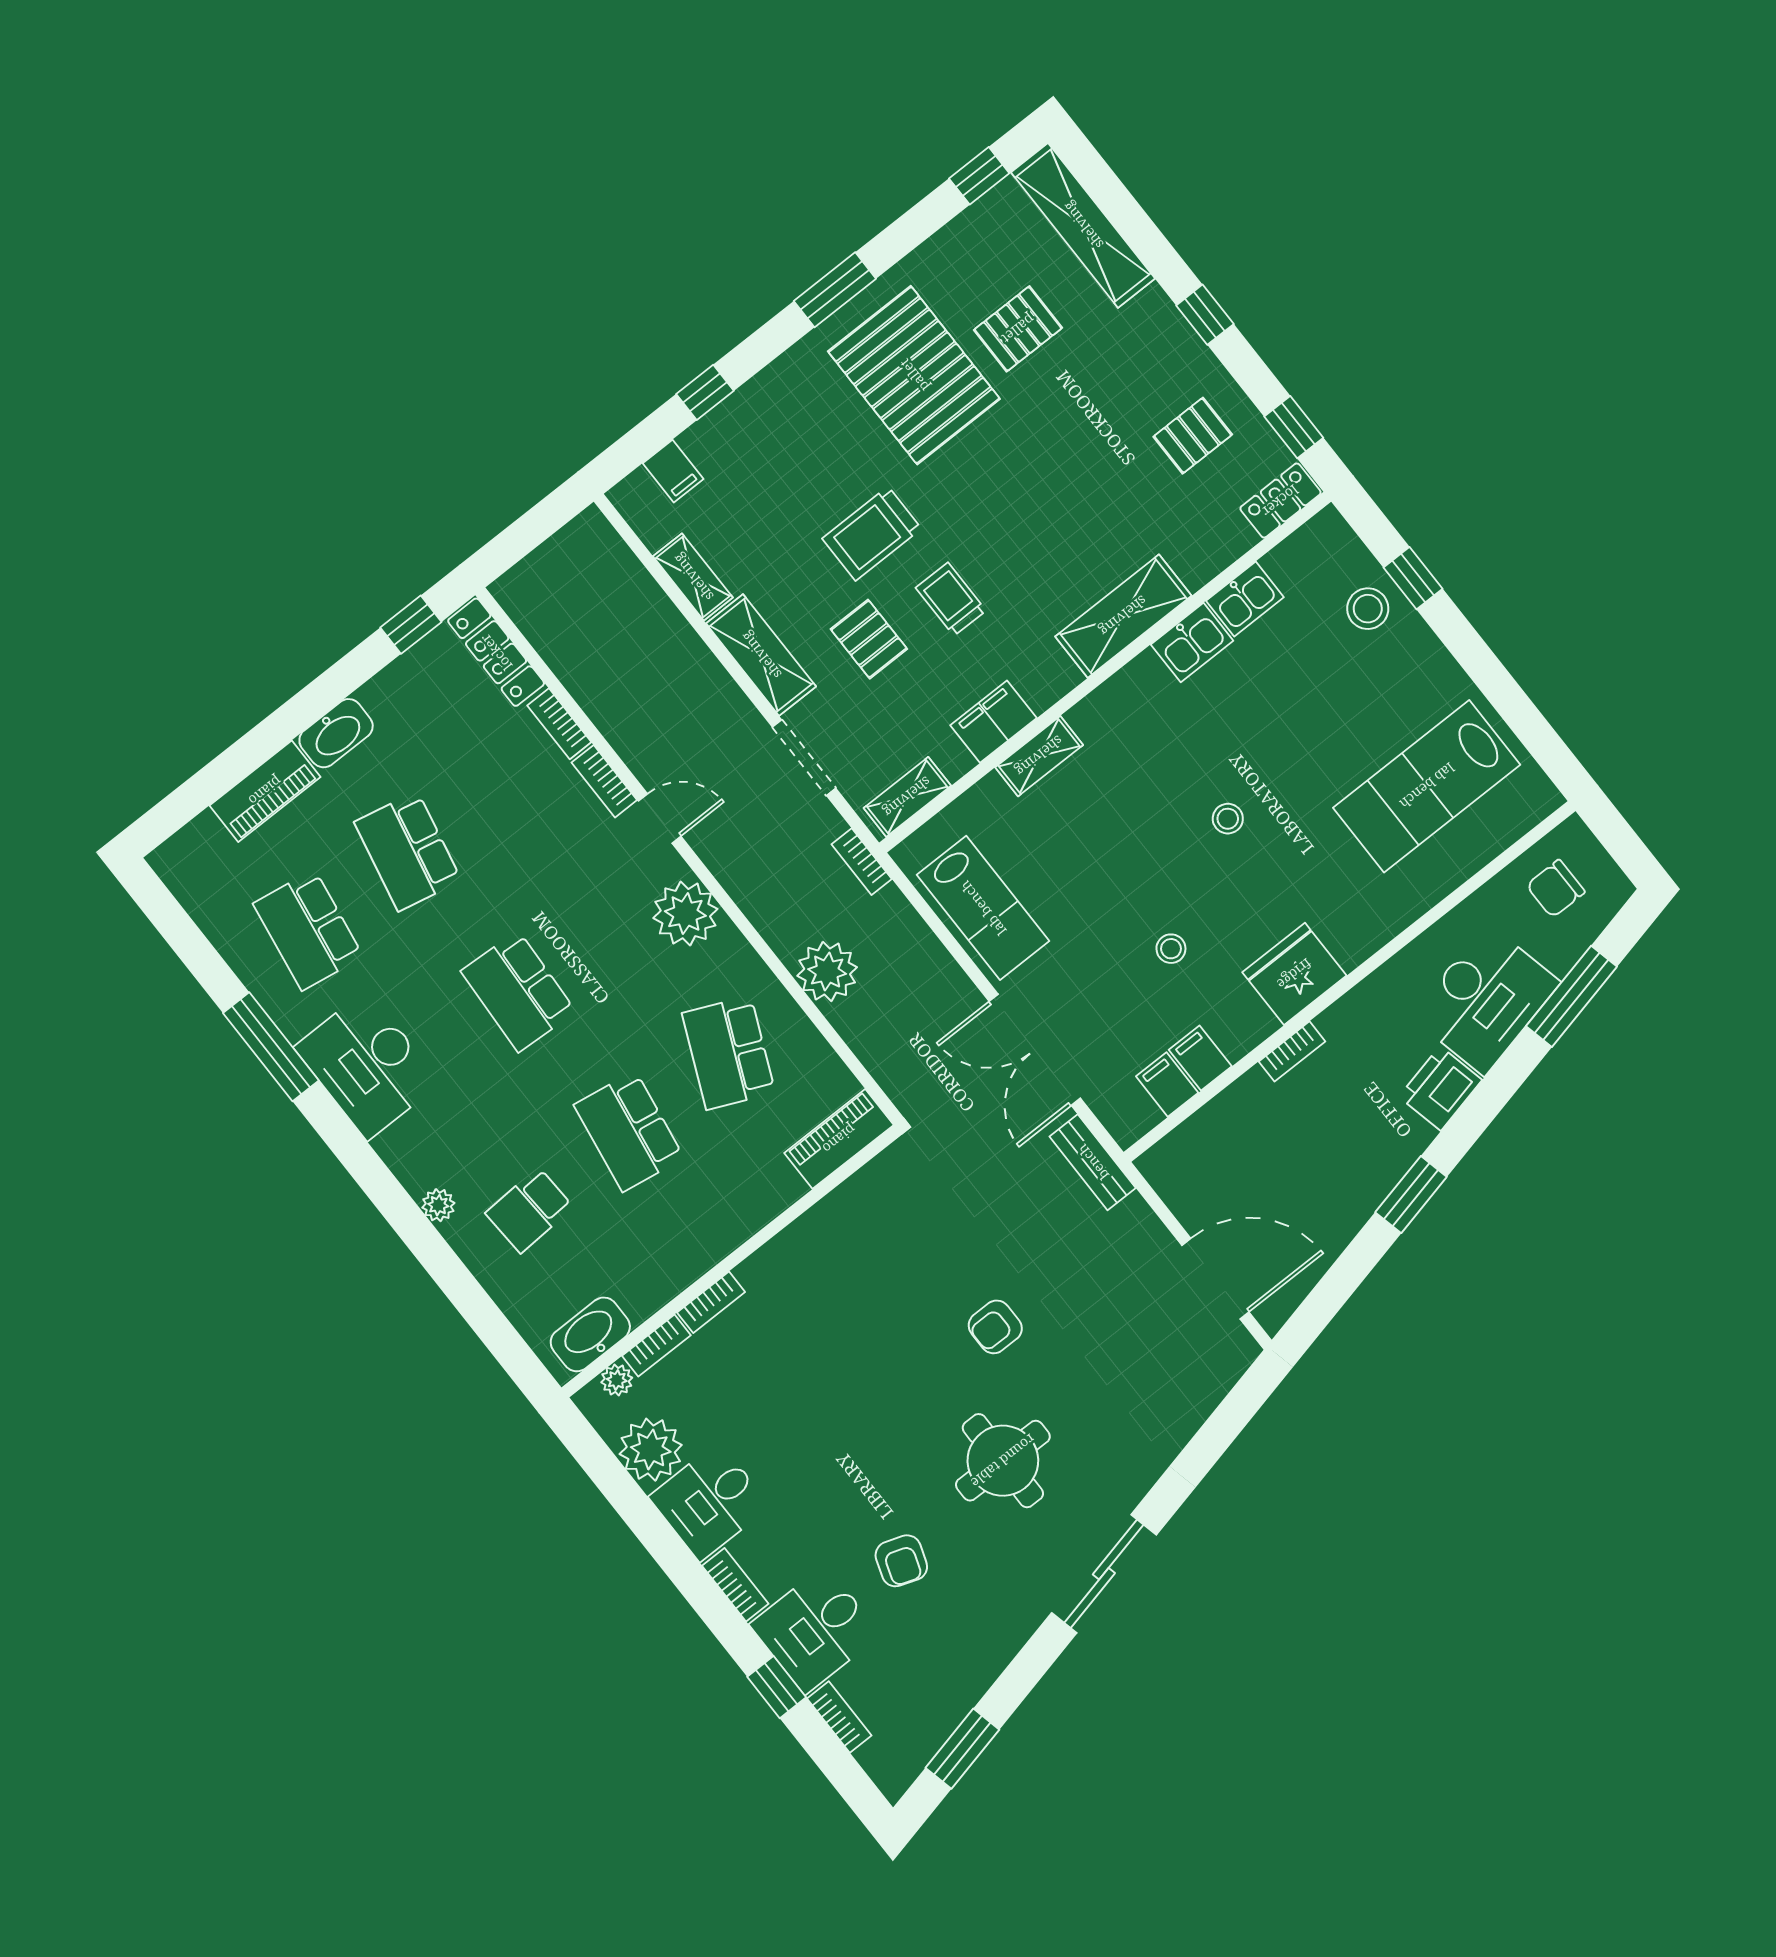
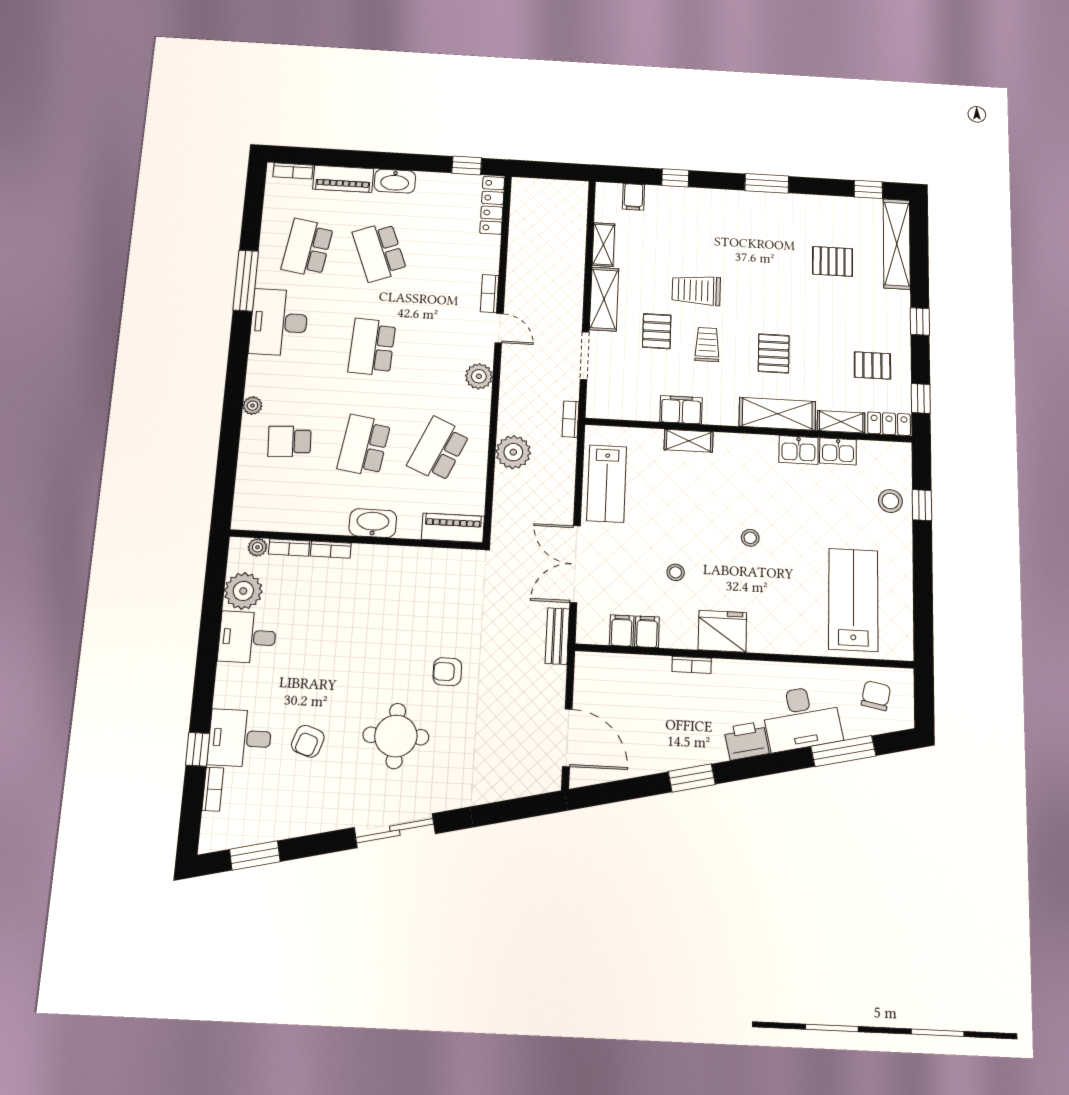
pallet: (914, 375) -> (774, 354), moved, width x0.49, depth x0.50
bookcase: (559, 724) -> (293, 171), moved, turned -90
lab bench: (1427, 786) -> (853, 600), turned 90
shelving: (907, 797) -> (841, 422), moved
school desk: (408, 851) -> (380, 252), turned -33
chair: (1556, 889) -> (876, 696), turned 101
plant: (685, 914) -> (479, 376), width x0.73, depth x0.73
washbasin: (590, 1334) -> (373, 523), moved
bookcase: (735, 1585) -> (223, 685), removed

